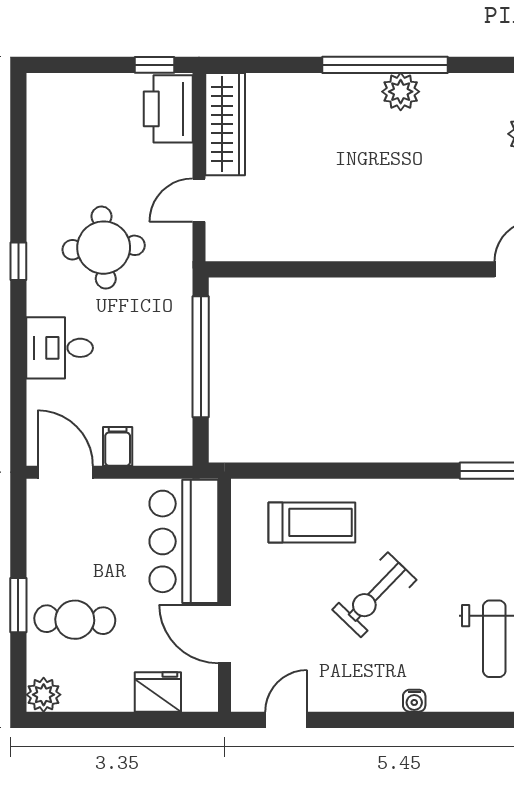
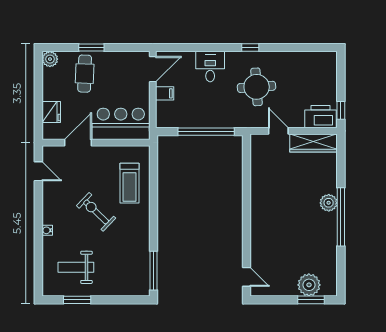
plant: (401, 92) -> (329, 203), moved

